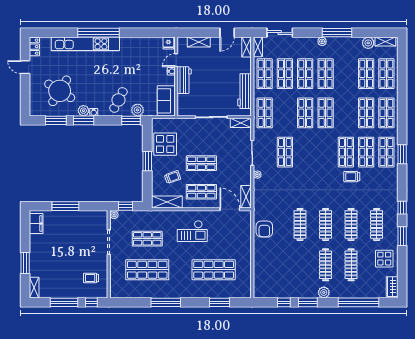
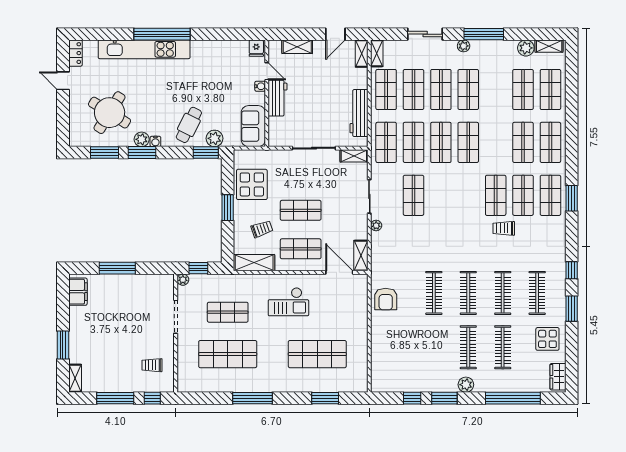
sliding door: (280, 33) -> (425, 34), moved
door: (176, 60) -> (267, 71), swing flipped
shop shelf: (285, 113) -> (413, 142), added

